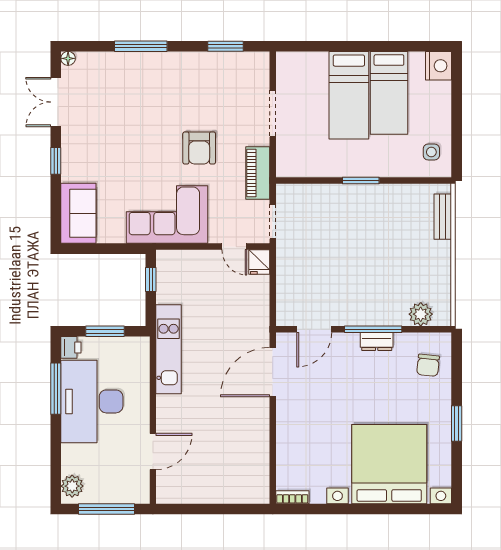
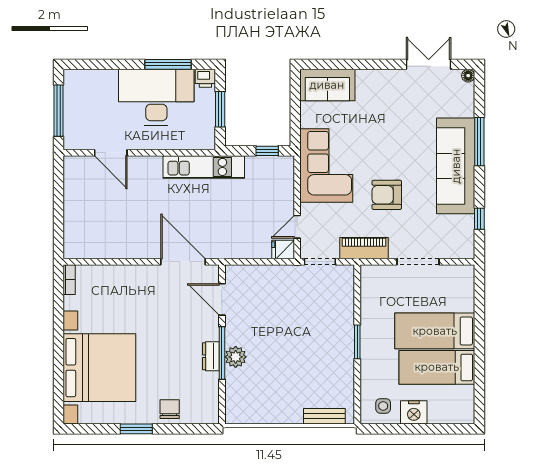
window: (225, 46) -> (479, 219), width x0.67
nightstand: (438, 66) -> (414, 412), moved
sofa: (167, 72) -> (456, 166), added
window: (56, 161) -> (375, 64), removed
plant: (421, 314) -> (236, 357), moved
chair: (428, 365) -> (170, 409), moved, turned 84
plant: (72, 486) -> (79, 79), removed

